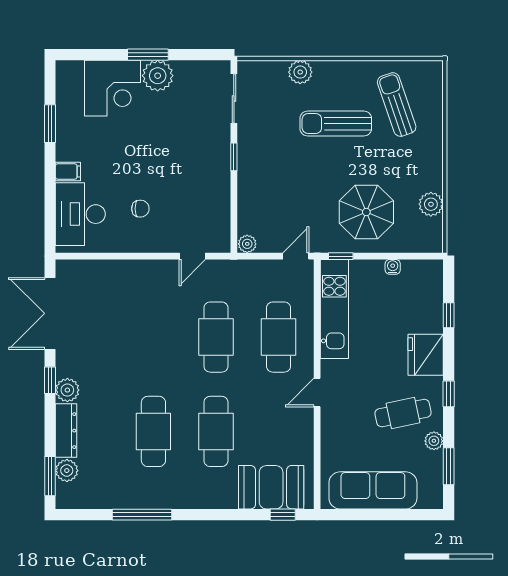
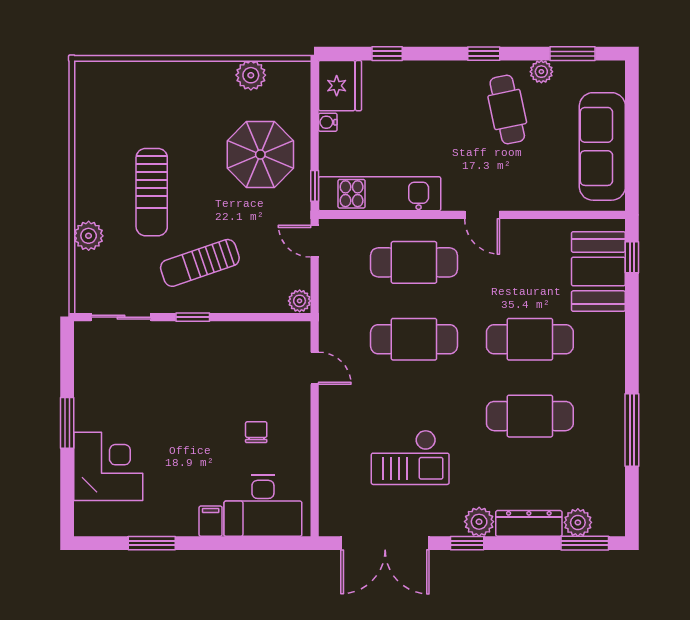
plant: (158, 76) -> (93, 411), removed
sun lounger: (397, 105) -> (200, 263), moved
checkout: (120, 334) -> (410, 457), added
fridge: (426, 355) -> (340, 86), moved, turned -90

